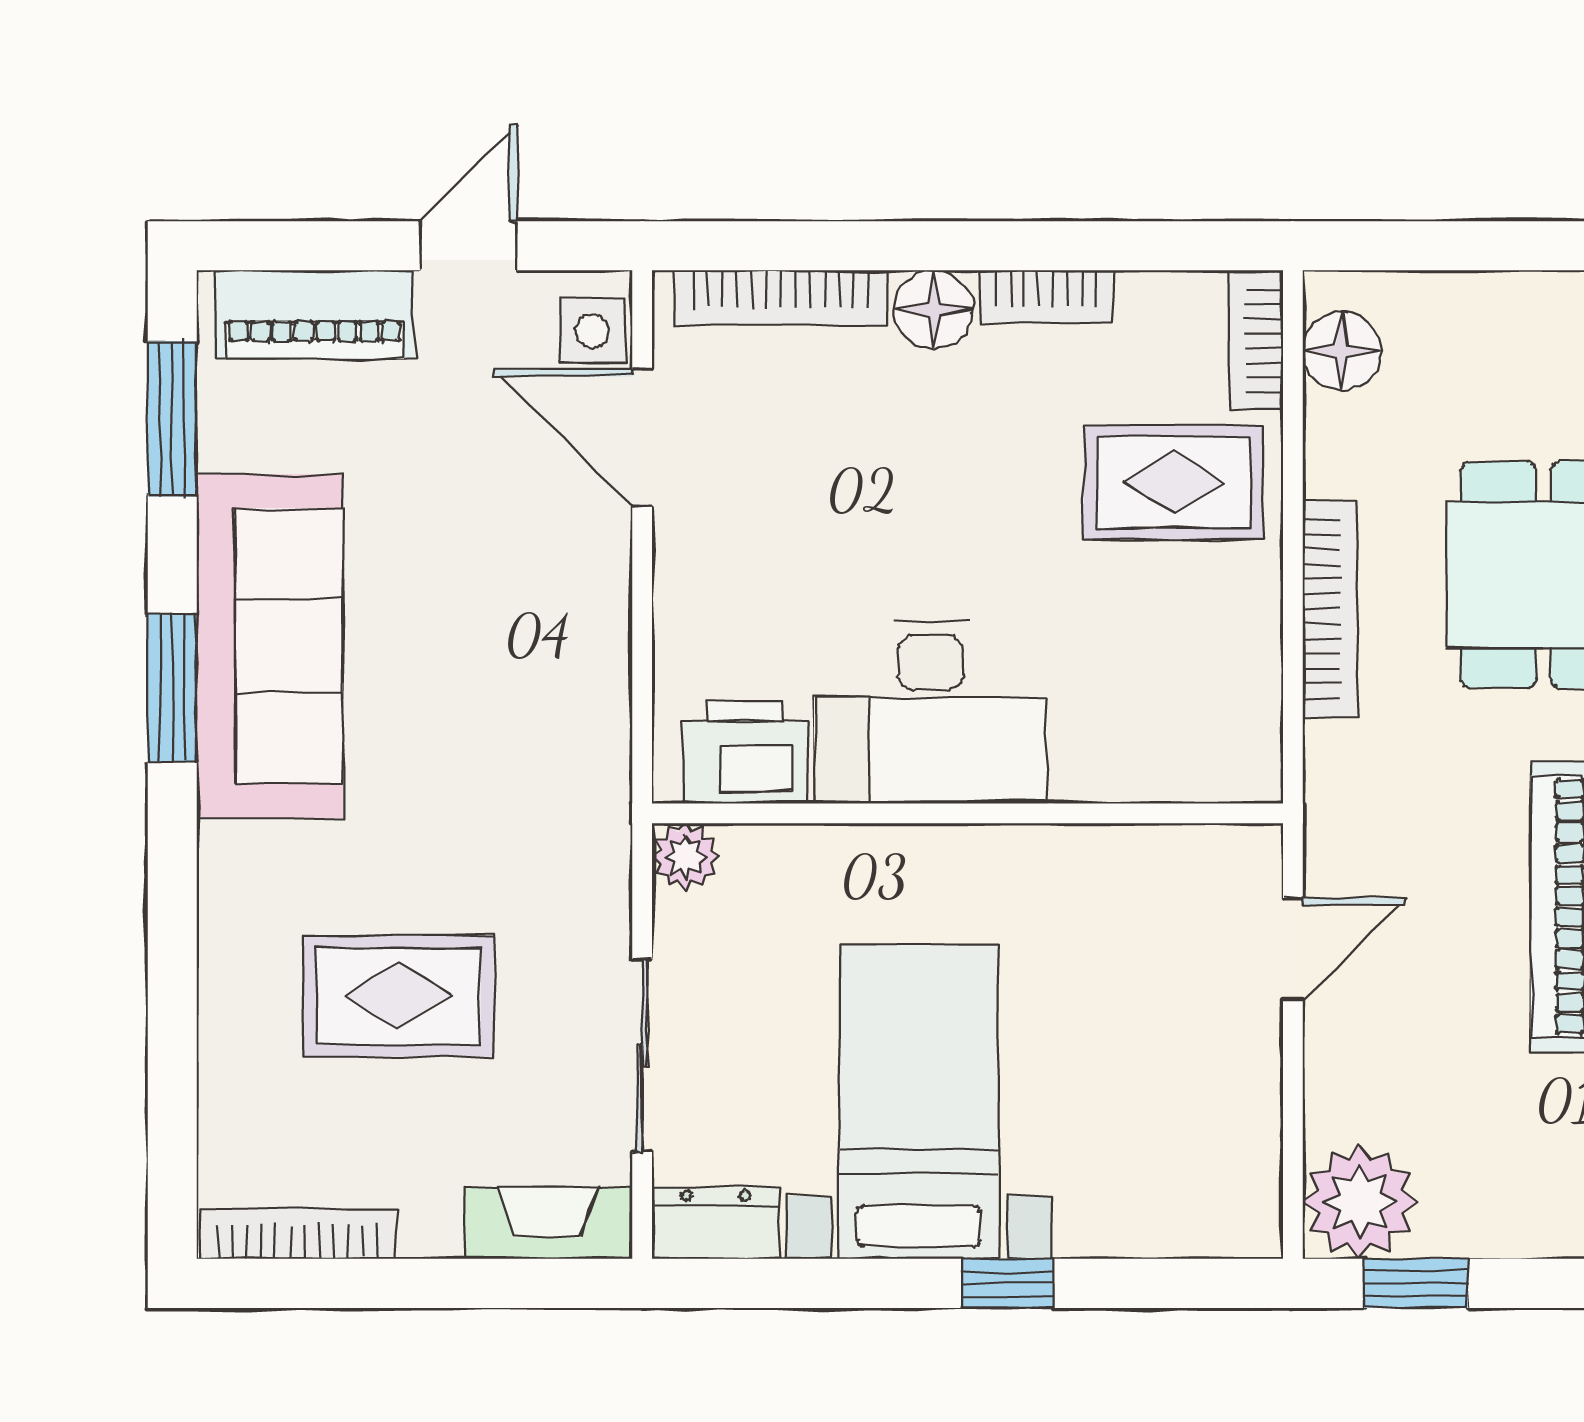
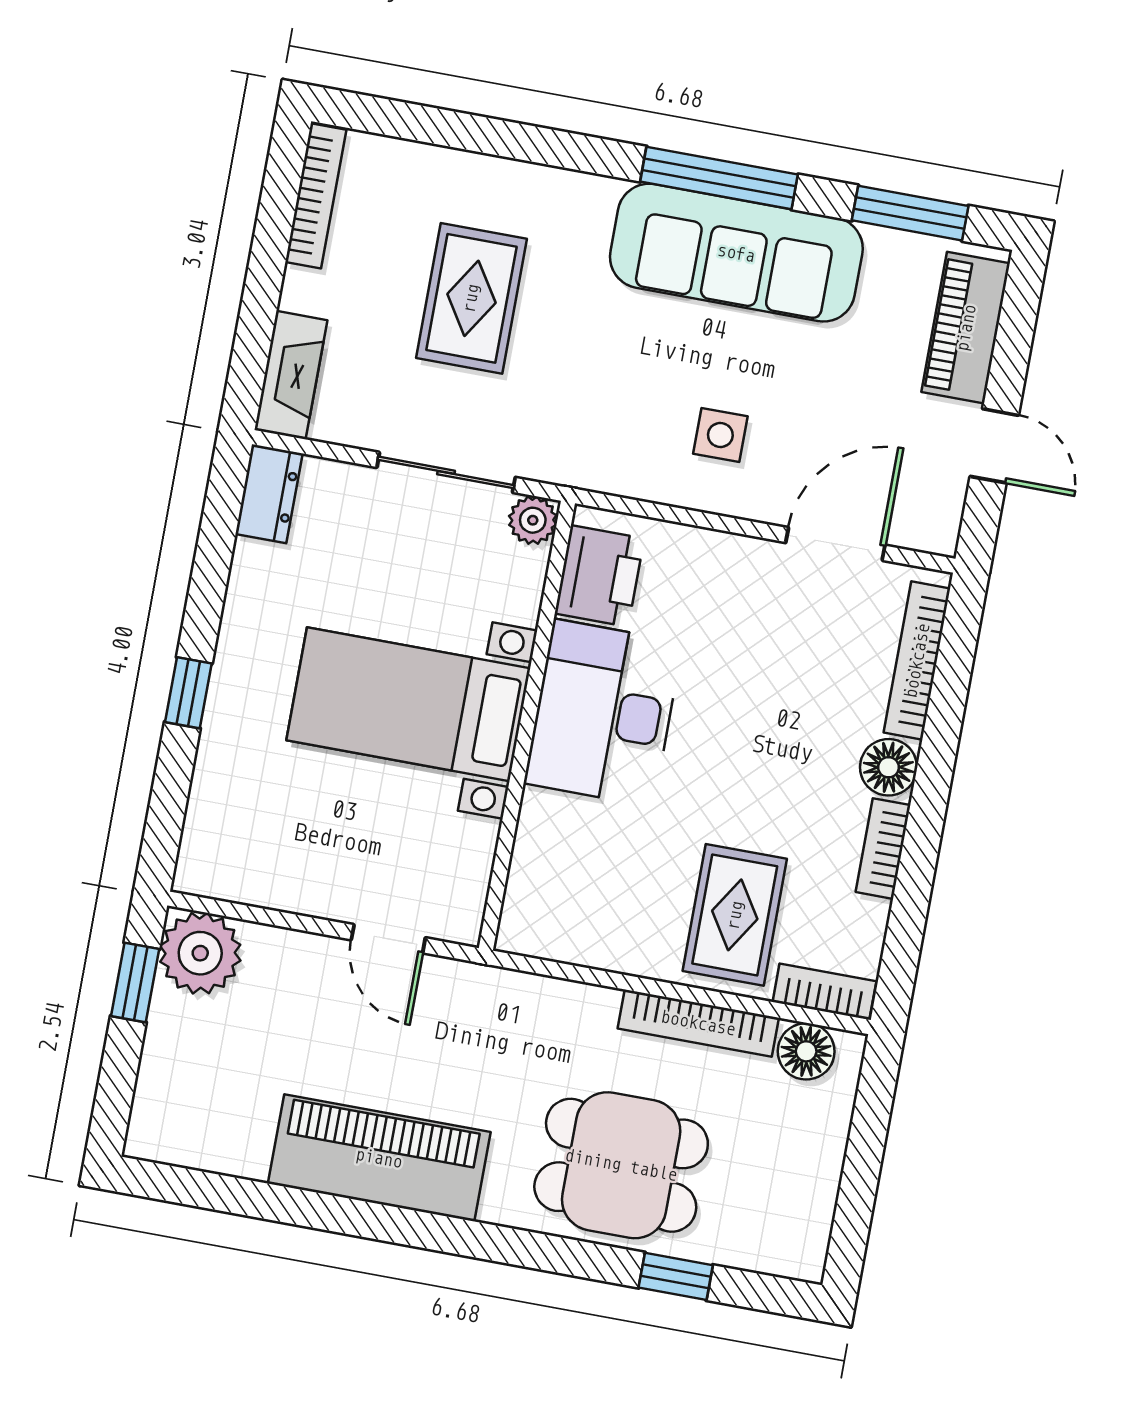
side table: (592, 331) -> (720, 435), moved
bookcase: (1330, 609) -> (698, 1023), moved
window: (172, 688) -> (719, 178), width x1.44
sliding door: (642, 1055) -> (446, 472), moved
bed with nightstands: (919, 1102) -> (408, 704), moved, turned 180

